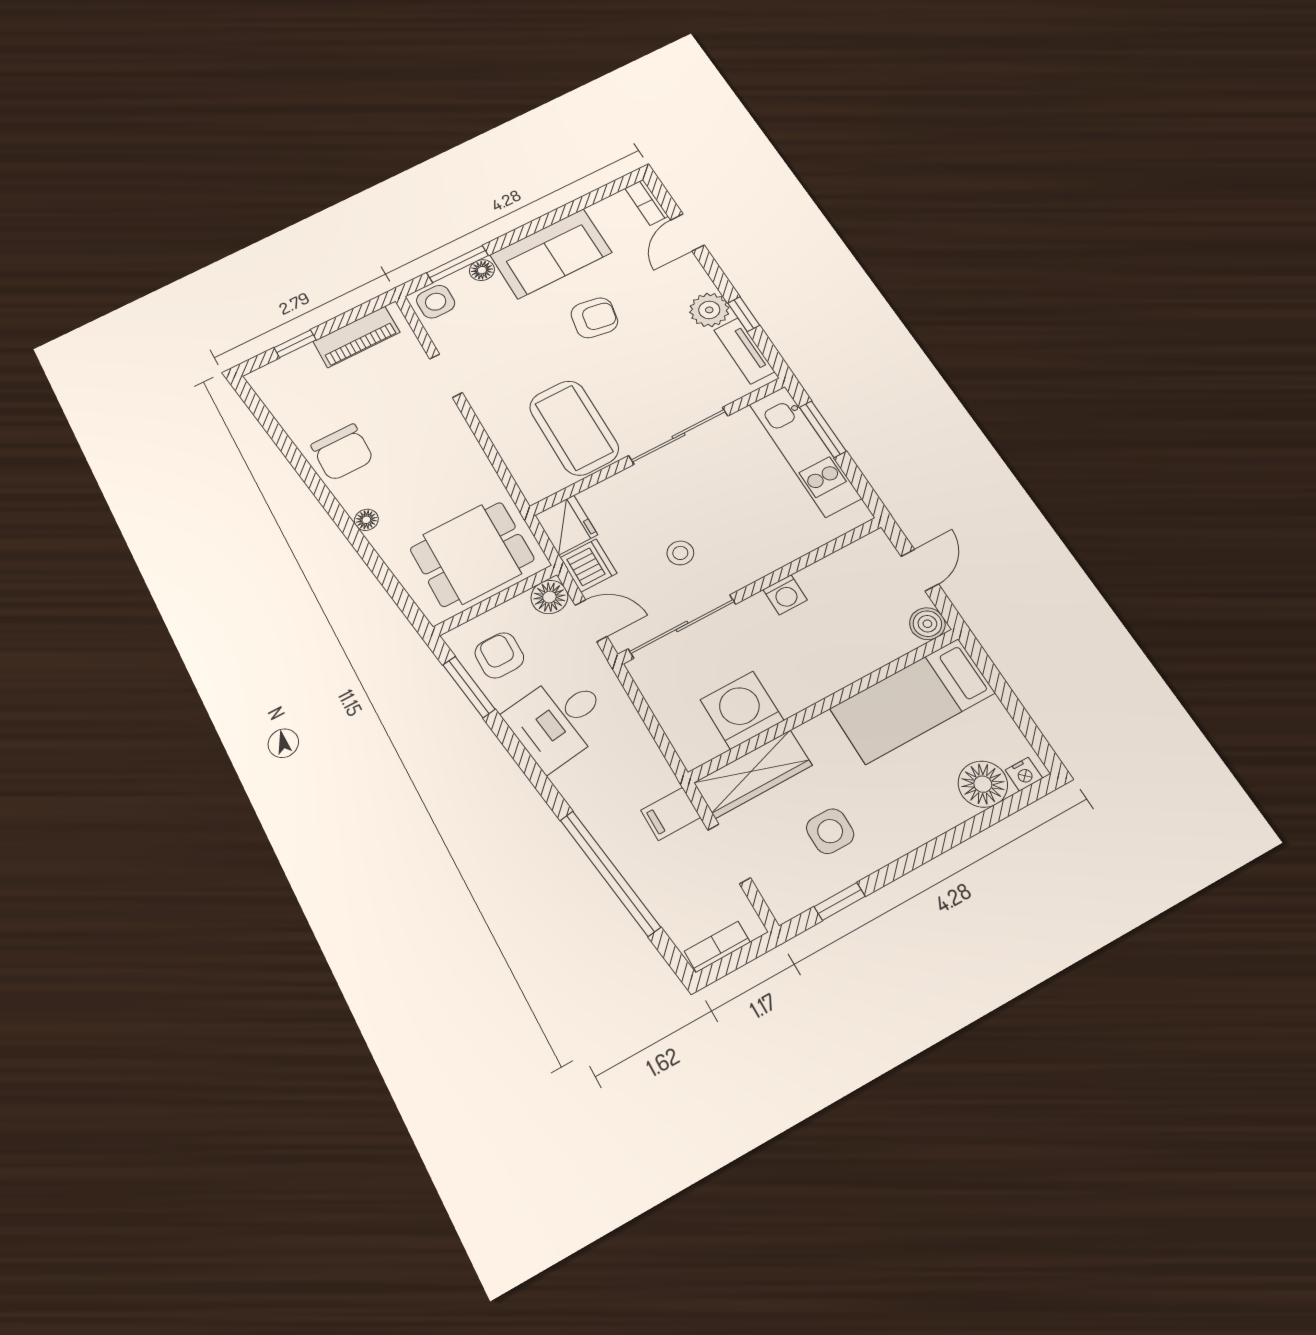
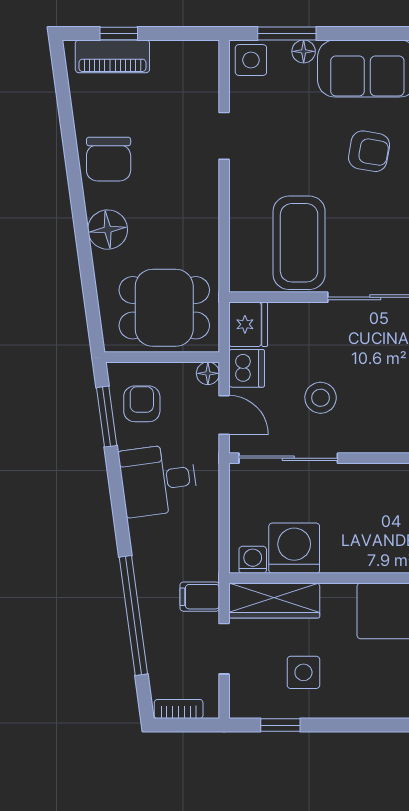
piano: (356, 337) -> (112, 56), moved
floor lamp: (366, 520) -> (108, 230), width x1.89, depth x1.89
stool: (680, 553) -> (321, 398), width x1.37, depth x1.37
washing machine: (785, 595) -> (253, 560), moved, turned 180
floor lamp: (549, 597) -> (208, 373), width x0.73, depth x0.73

